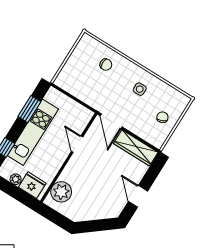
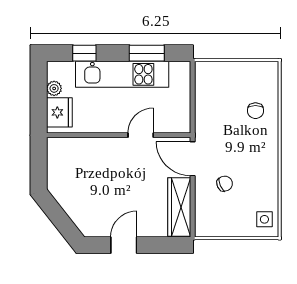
side table: (140, 89) -> (264, 219), moved
chair: (162, 117) -> (225, 184), moved
door: (111, 121) -> (193, 159), hinge flipped
plant: (61, 192) -> (73, 151), removed

